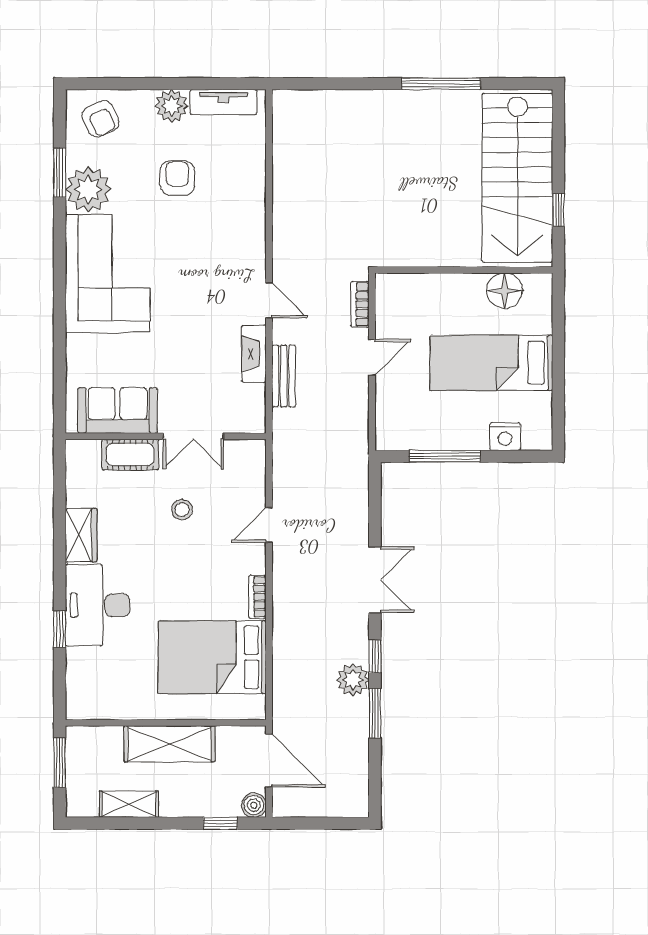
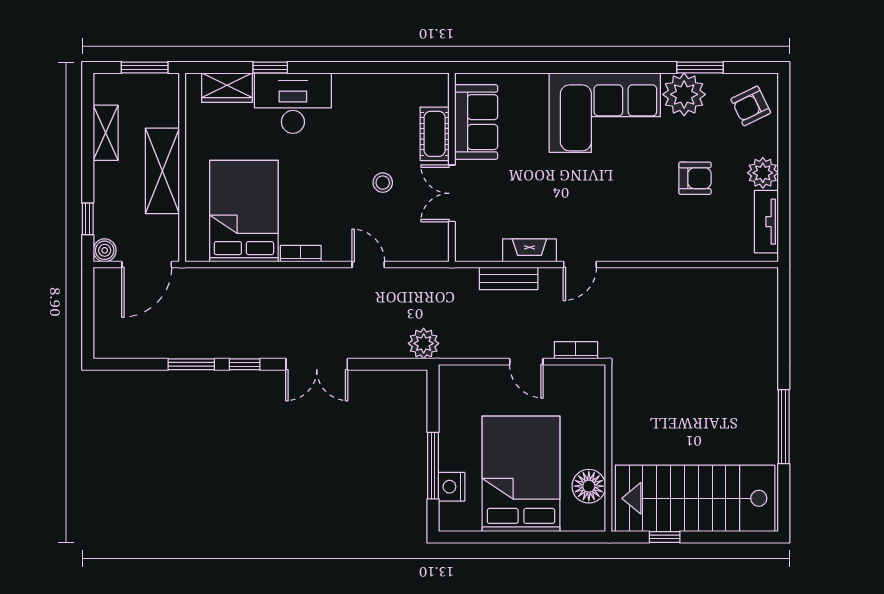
bed: (491, 363) -> (521, 474), width x1.50
window: (445, 456) -> (433, 466), moved
wardrobe: (81, 535) -> (227, 88), moved
plant: (353, 680) -> (424, 343), moved

